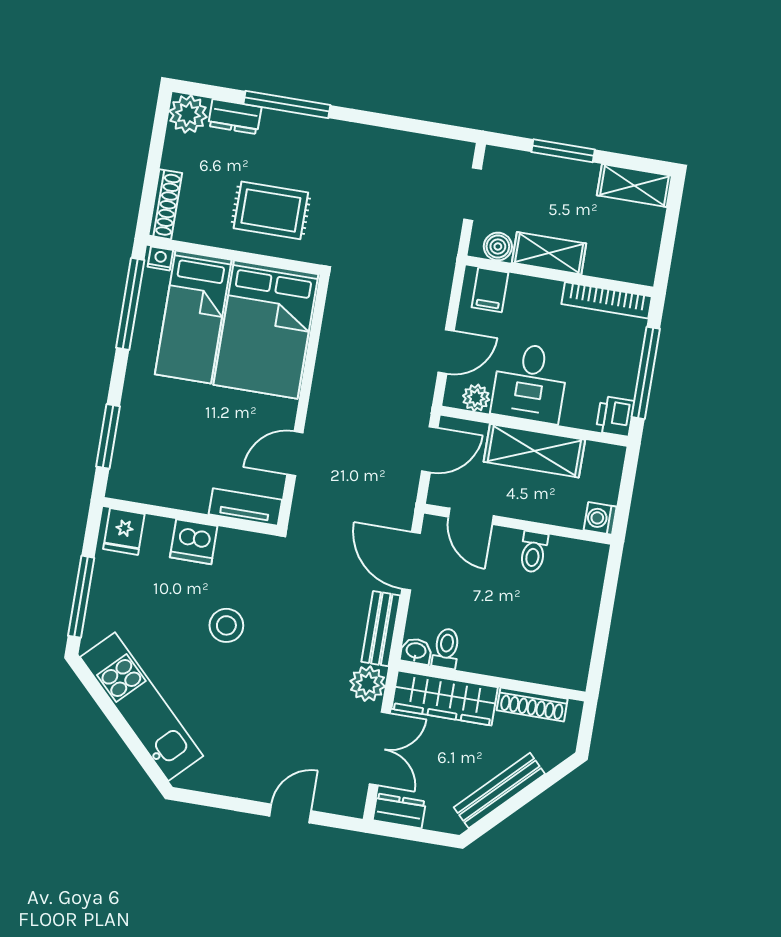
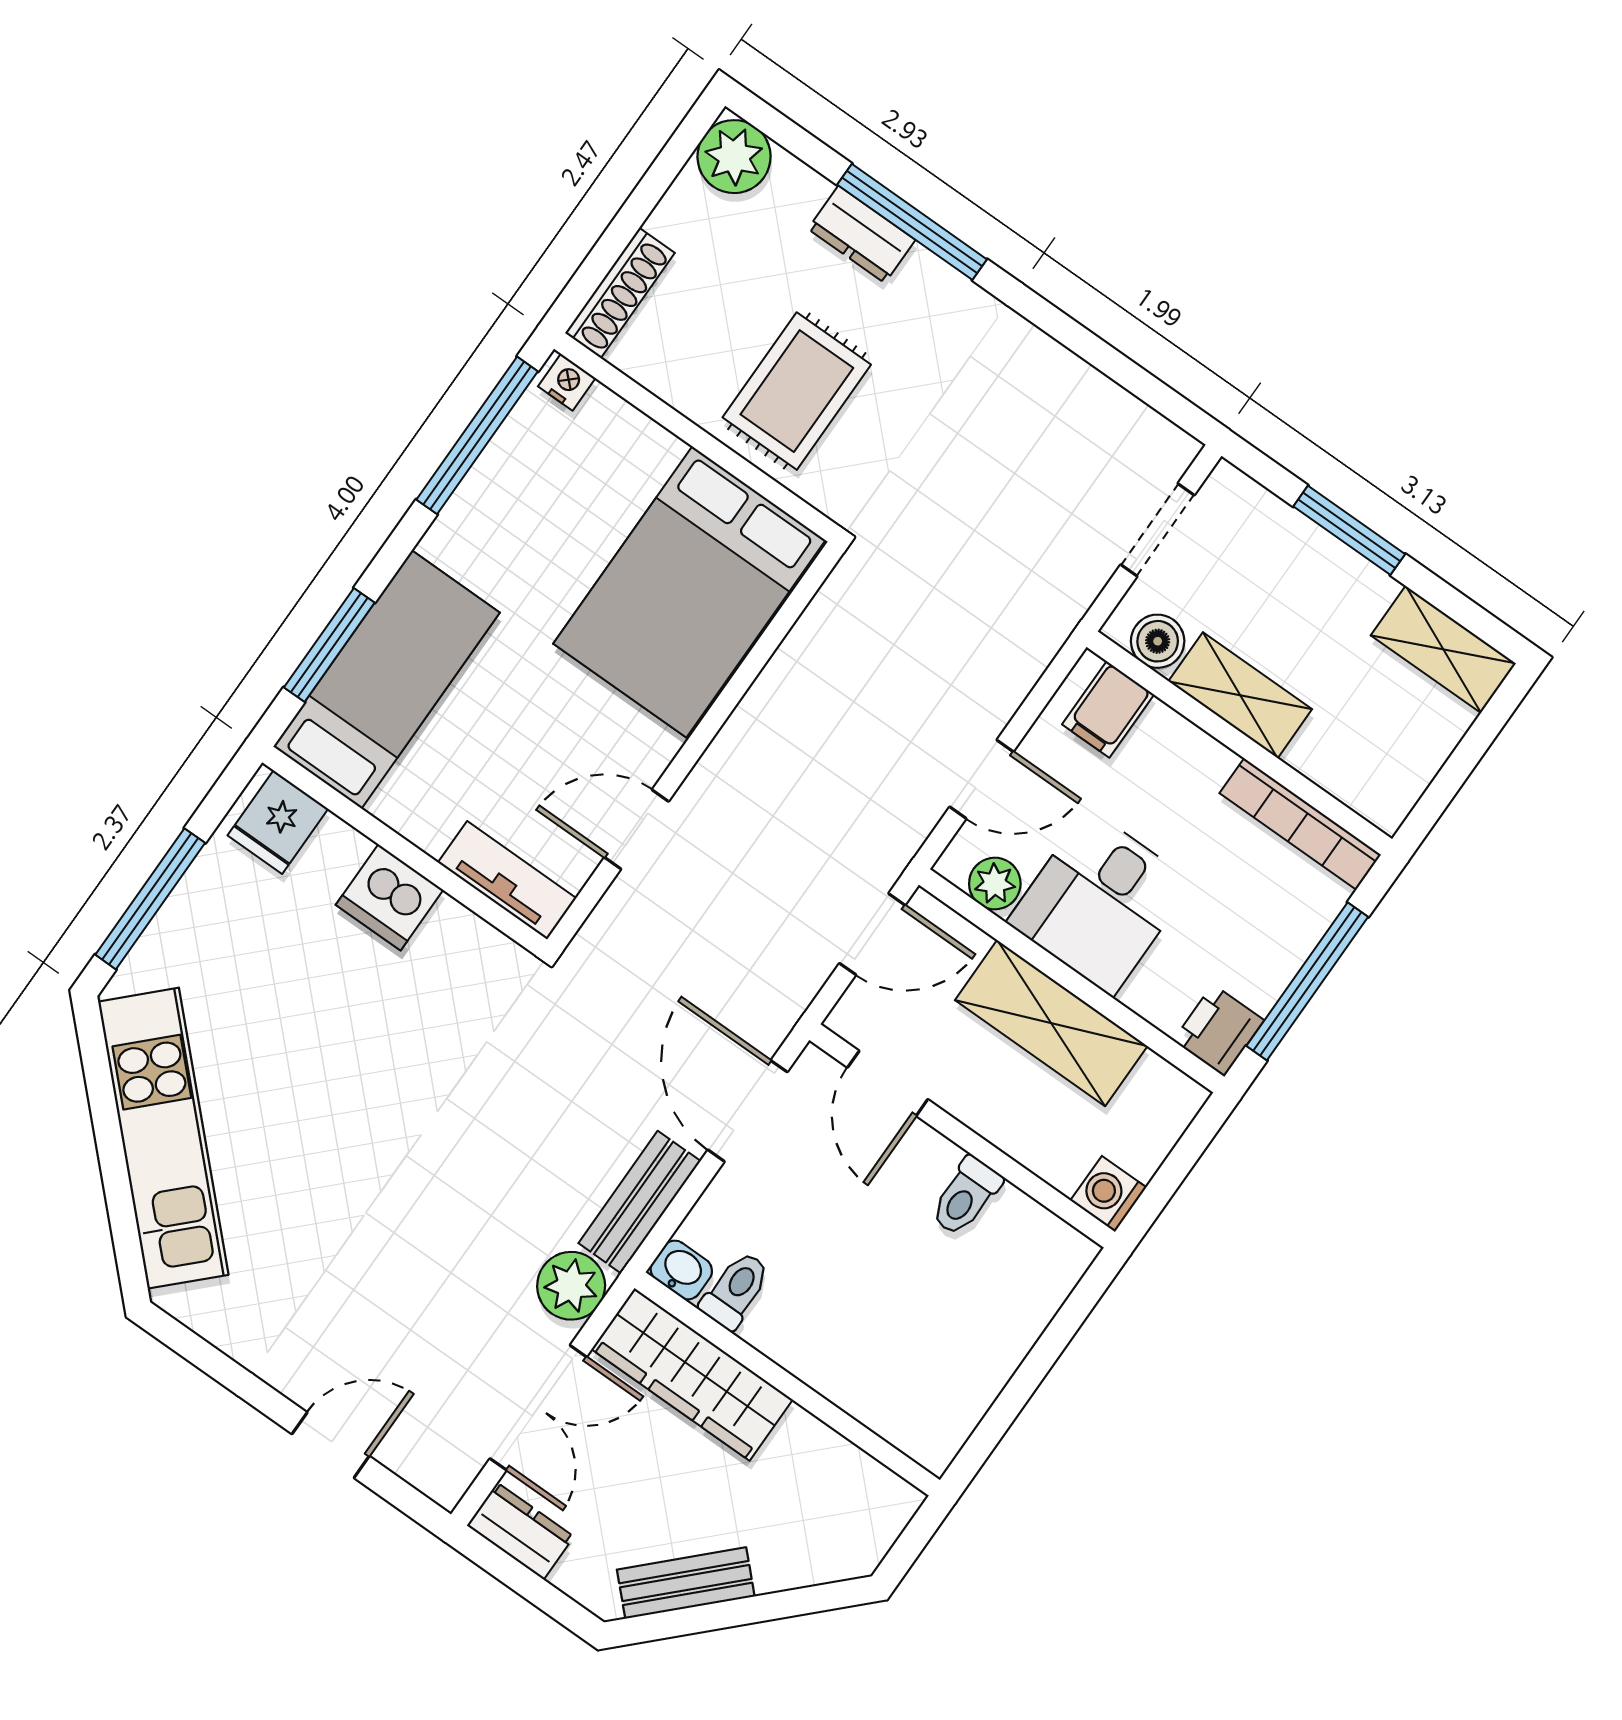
dresser: (235, 117) -> (862, 234), moved
rug: (271, 210) -> (797, 391), turned 90
bed: (193, 317) -> (387, 680), moved, turned 180
stool: (226, 625) -> (376, 1069), removed
shoe rack: (532, 704) -> (837, 1458), removed
bench: (499, 791) -> (686, 1583), width x0.73

